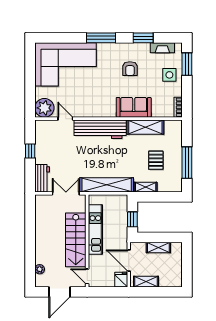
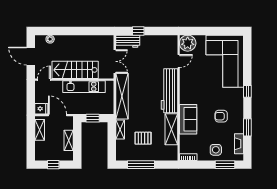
window: (101, 38) -> (247, 91), width x0.46
window: (30, 151) -> (138, 31), moved
door: (129, 261) -> (58, 115), hinge flipped
window: (187, 266) -> (53, 165), added

